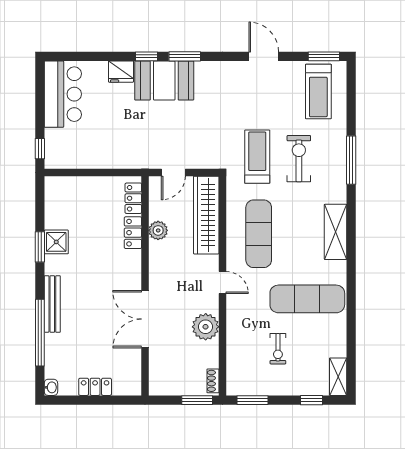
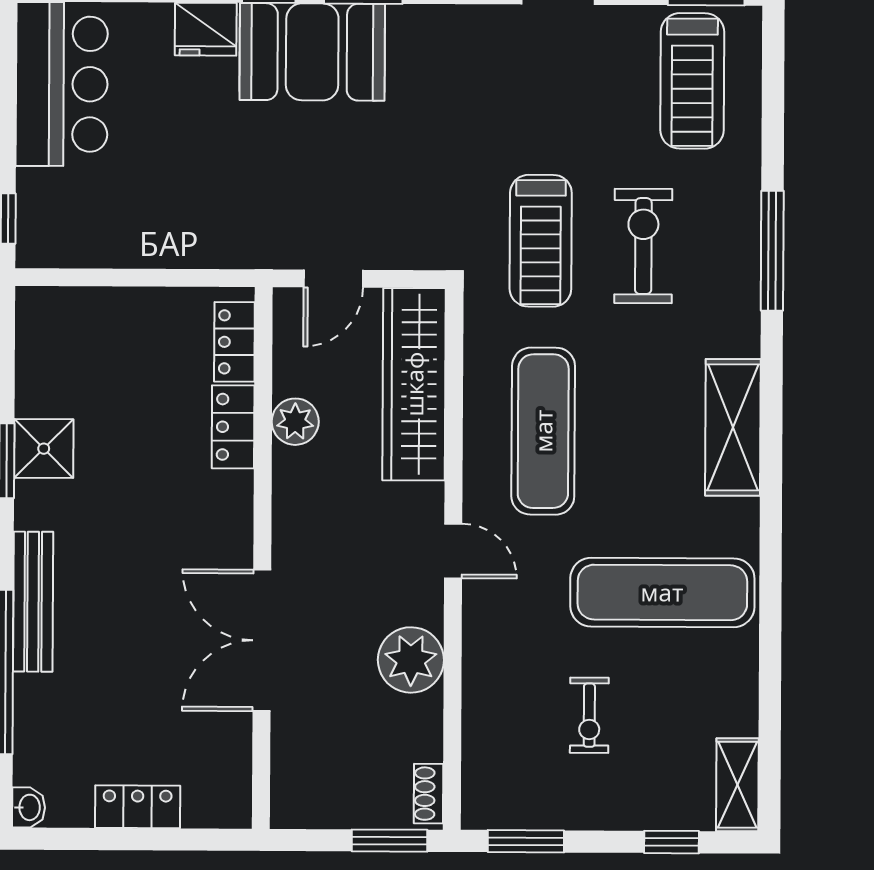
treadmill: (257, 157) -> (541, 241), turned 180

